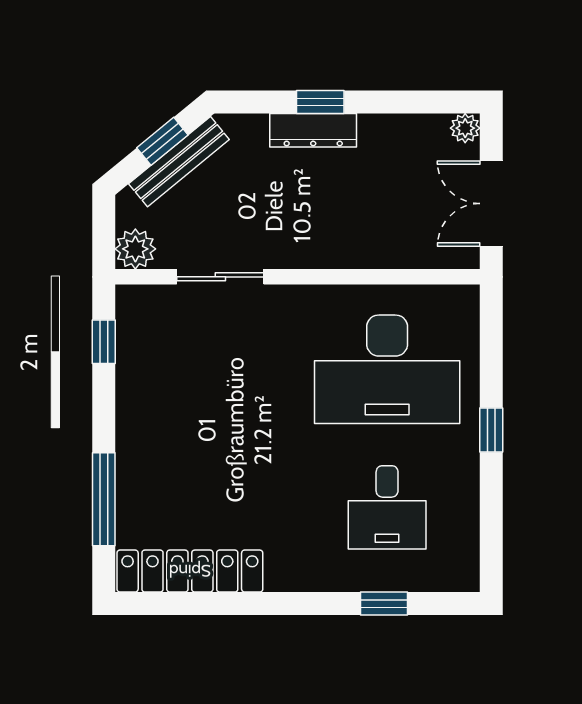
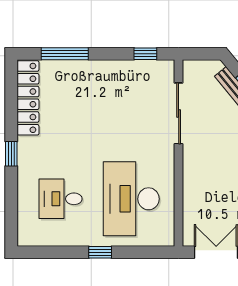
plant: (135, 249) -> (193, 70), removed
sliding door: (220, 277) -> (179, 113), width x1.37
window: (384, 604) -> (11, 154), moved

